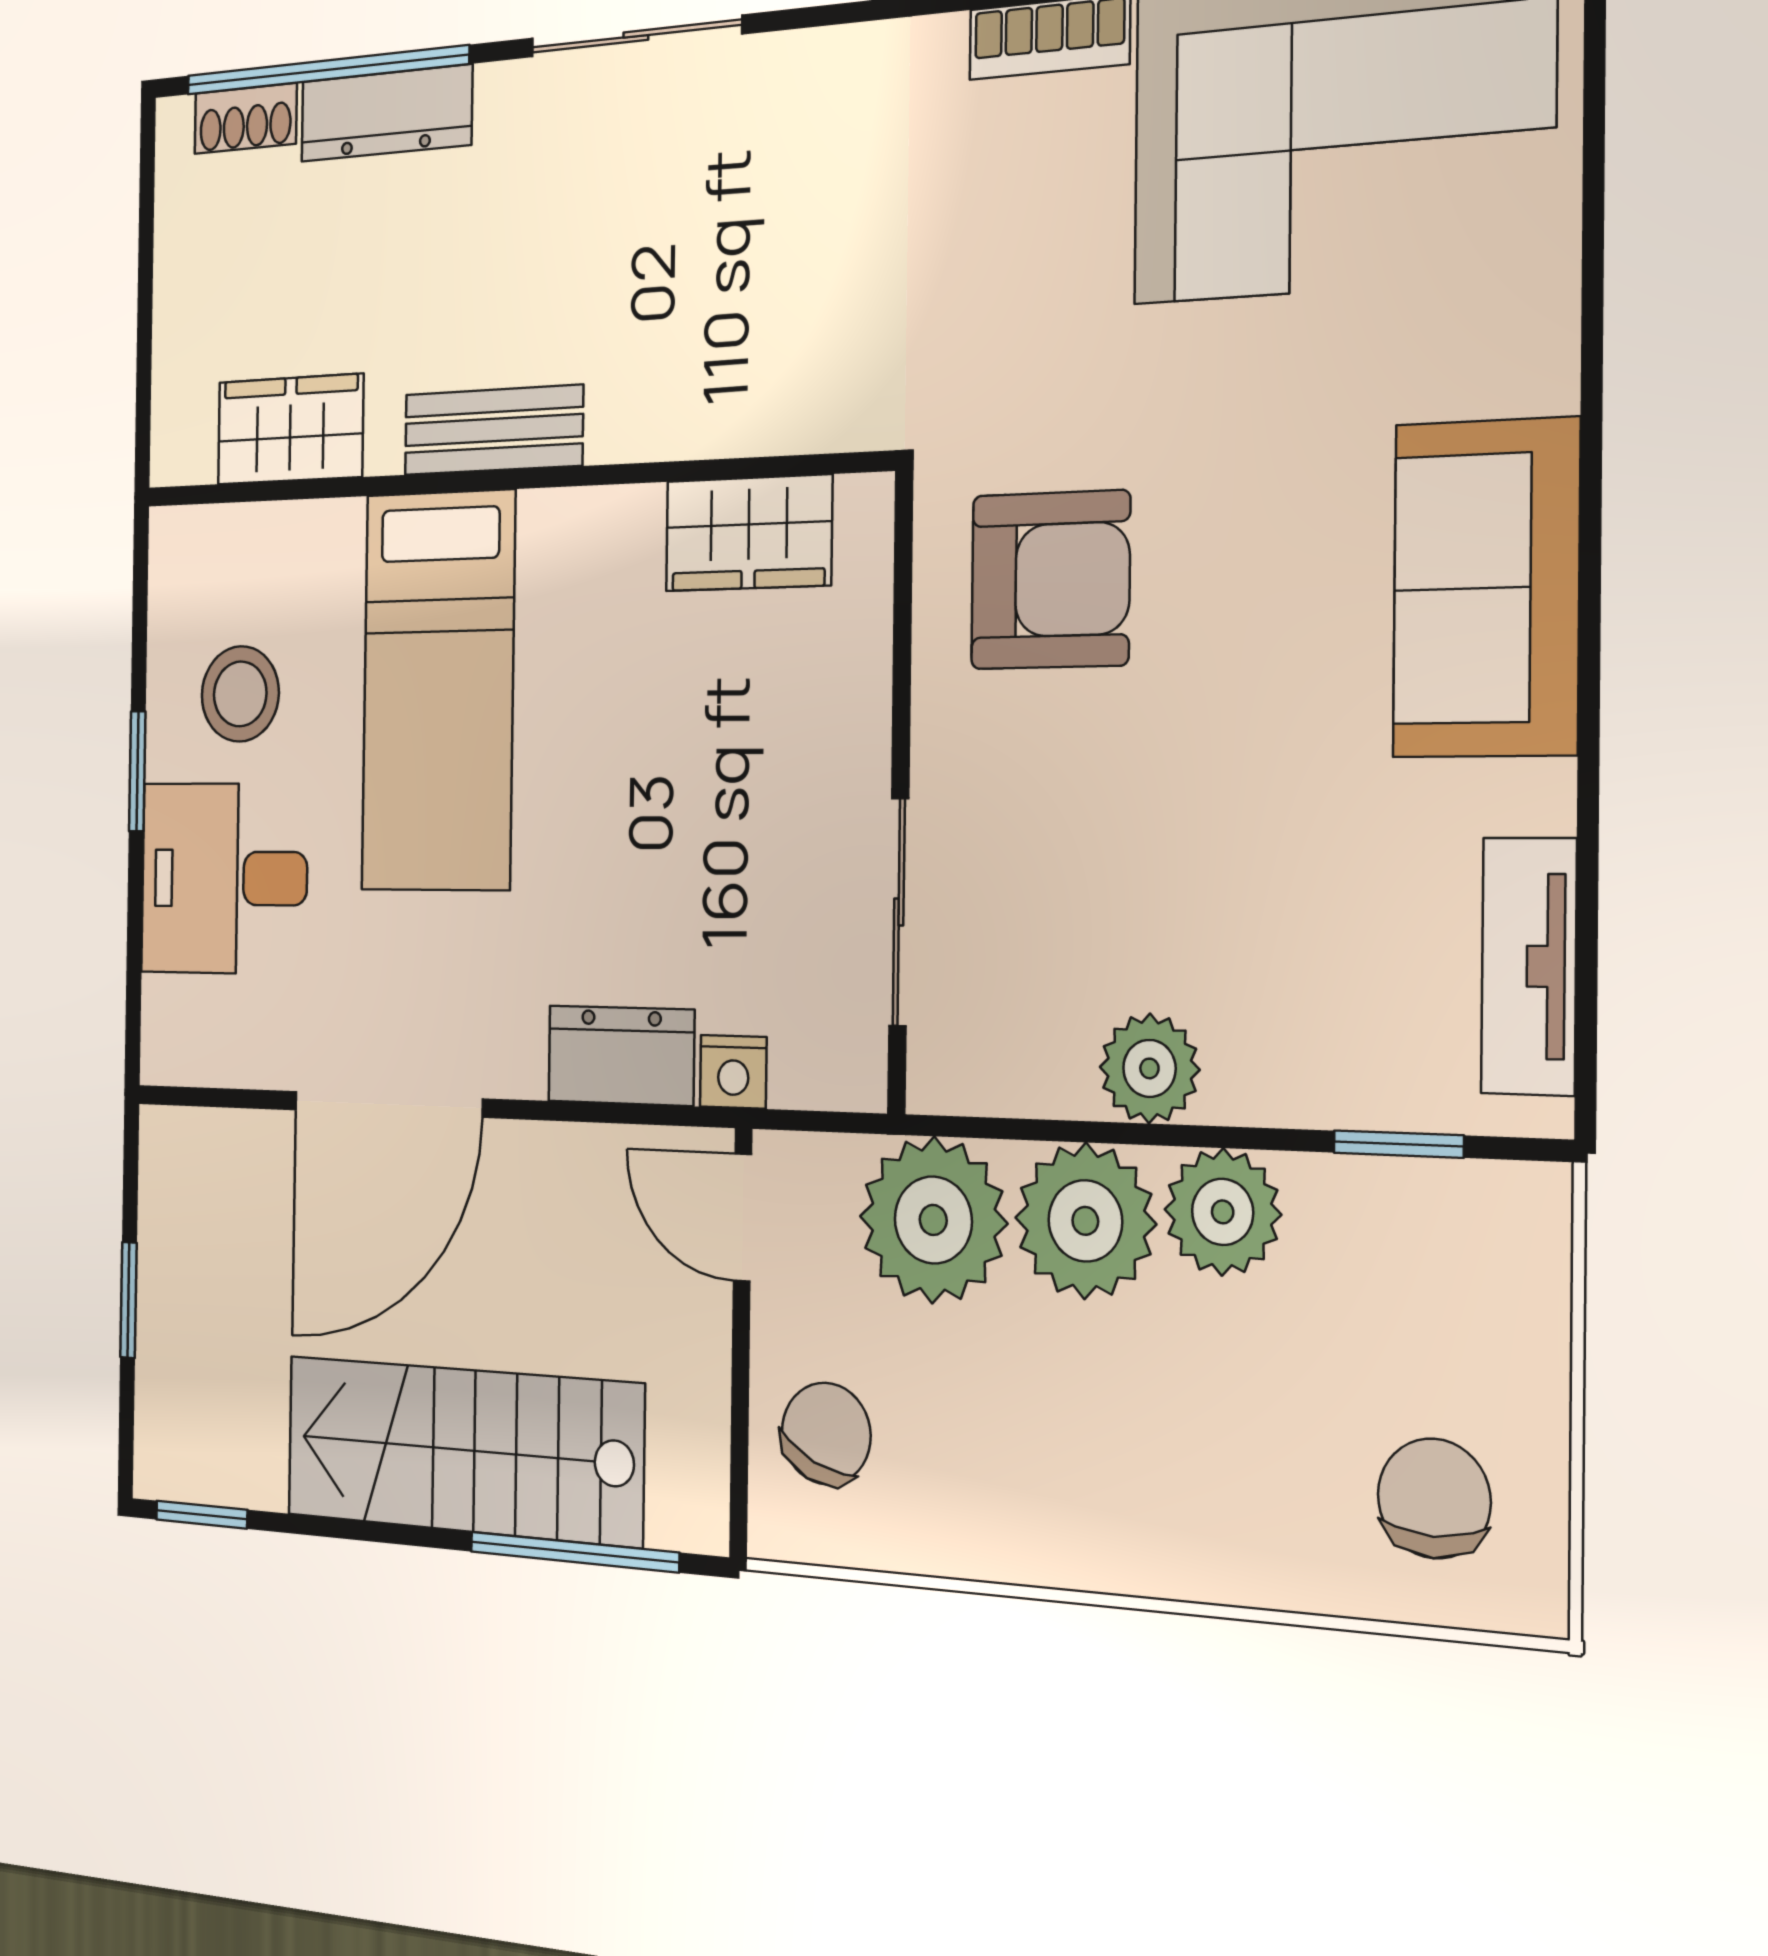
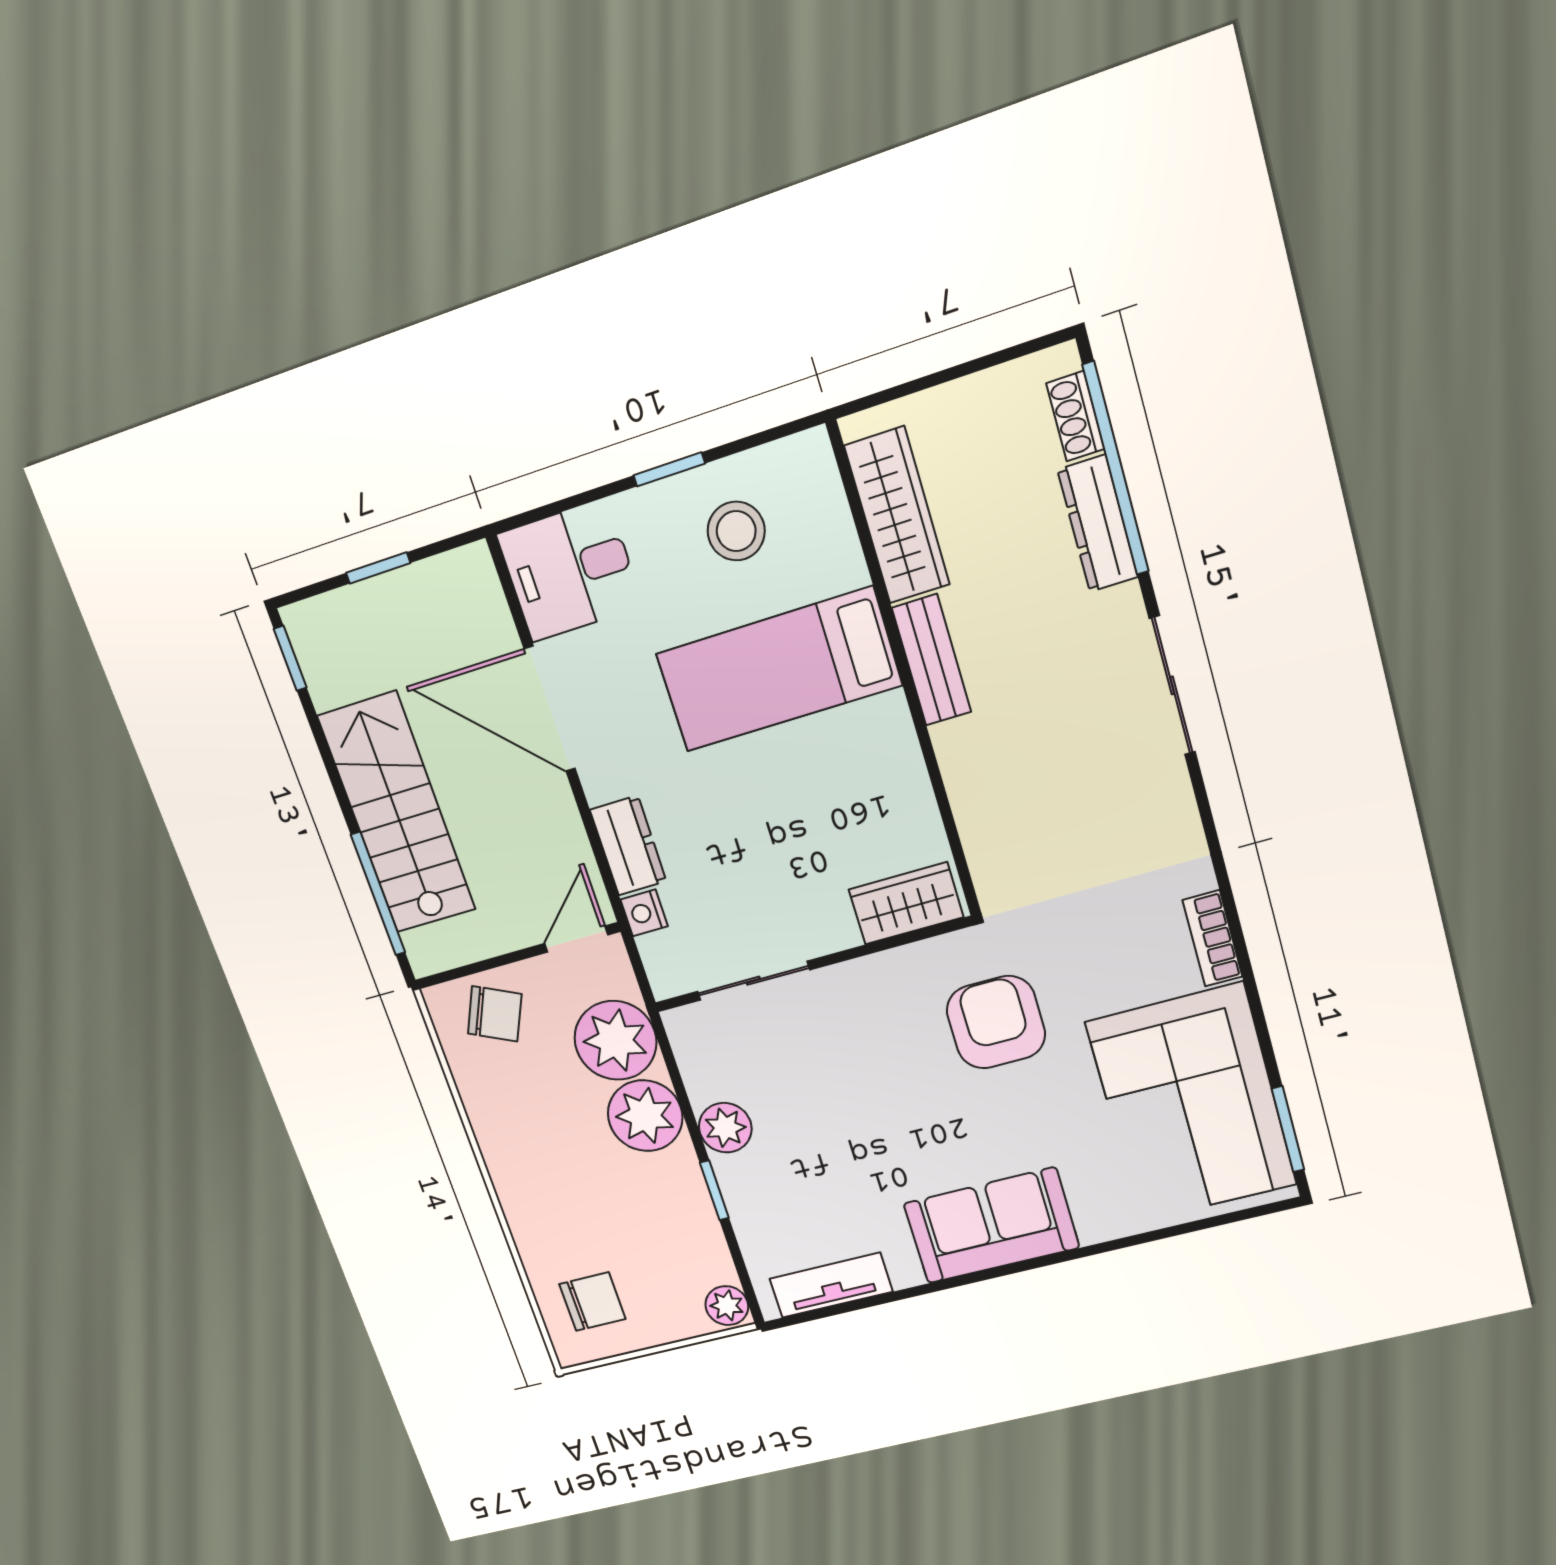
wardrobe: (290, 429) -> (897, 515), width x1.50
wardrobe: (749, 533) -> (906, 903), moved, turned 90
armchair: (1050, 580) -> (996, 1022), moved, turned 180
desk: (224, 878) -> (570, 570), moved, turned -90
window: (1398, 1144) -> (714, 1190), moved
plant: (1223, 1212) -> (727, 1306), moved, width x0.73, depth x0.73

